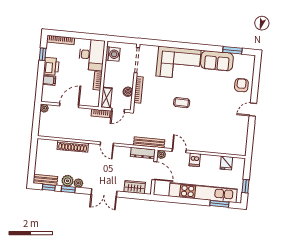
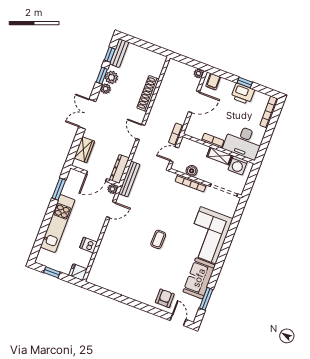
window: (43, 54) -> (245, 83), moved
filing cabinet: (49, 80) -> (213, 82), moved
armchair: (241, 85) -> (165, 298), turned -90
shelving: (106, 98) -> (219, 156), moved
coffee table: (182, 103) -> (158, 239), moved
door: (69, 105) -> (194, 102), hinge flipped
door: (118, 110) -> (174, 154), hinge flipped
door: (253, 110) -> (178, 320), moved
door: (107, 144) -> (140, 132), hinge flipped
dishwasher: (195, 160) -> (88, 245), moved
fridge: (226, 163) -> (78, 272), moved
kitchen unit: (203, 193) -> (58, 223), width x0.73
window: (219, 204) -> (59, 189), moved

